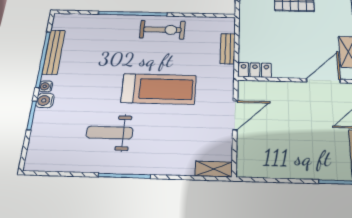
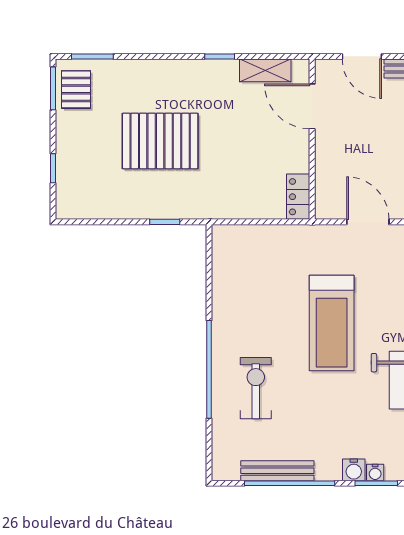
exercise bike: (162, 30) -> (256, 388), moved
bench: (228, 49) -> (265, 234), removed
water cooler: (46, 86) -> (375, 473), moved
treadmill: (159, 89) -> (332, 323), turned 180

